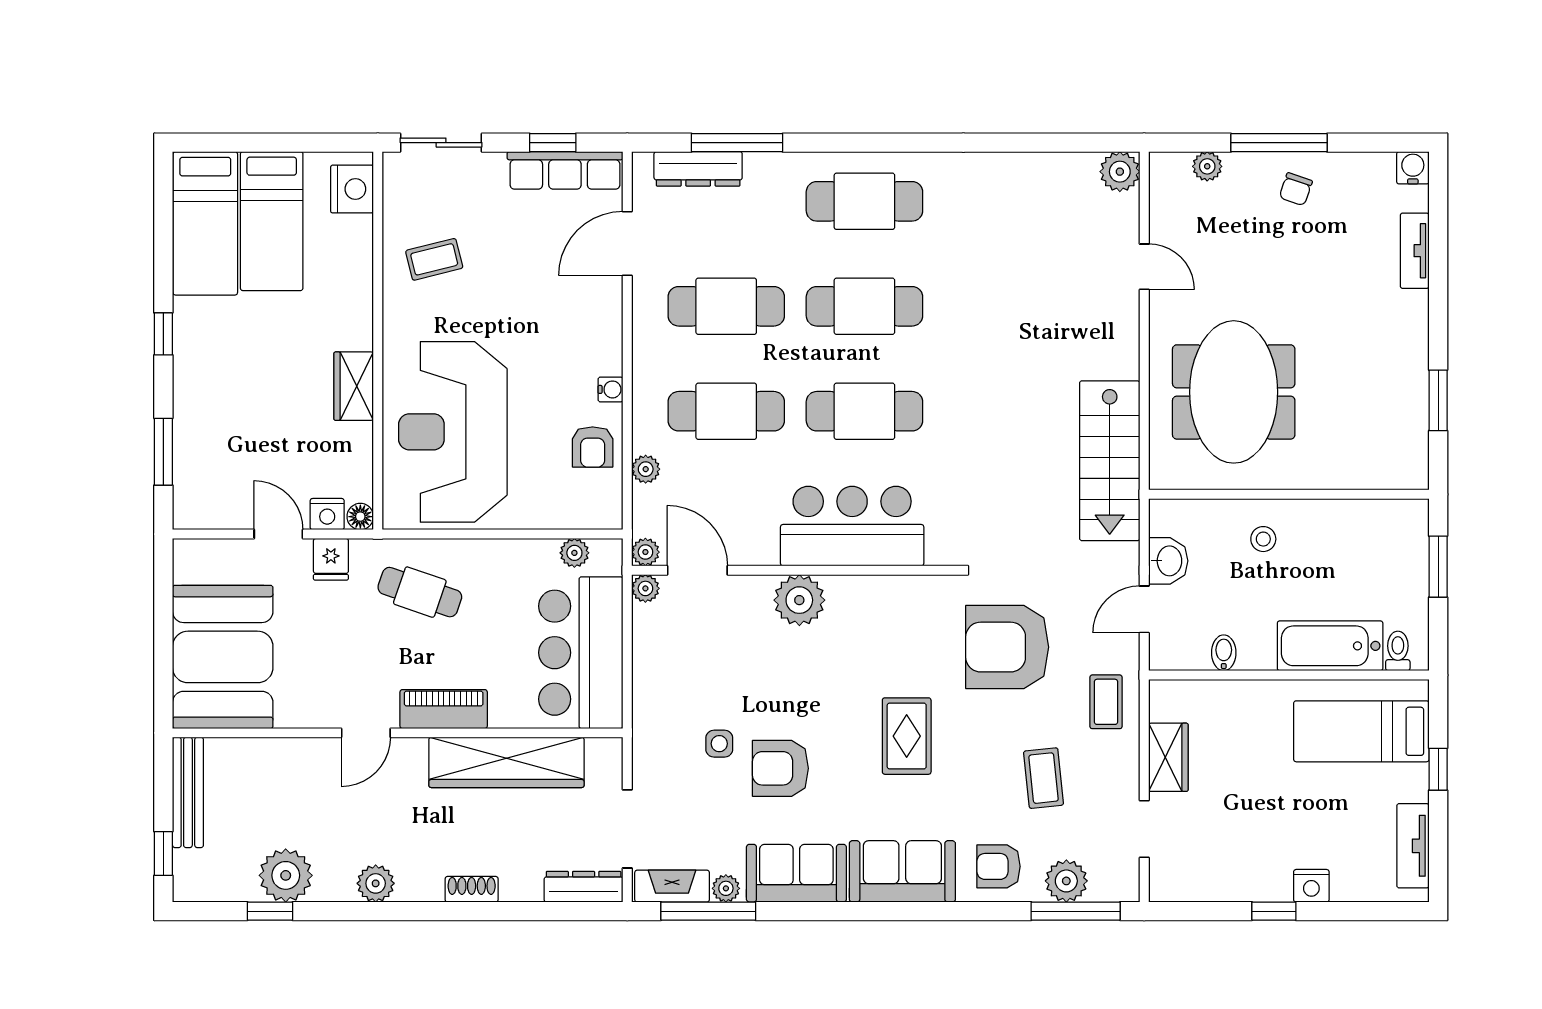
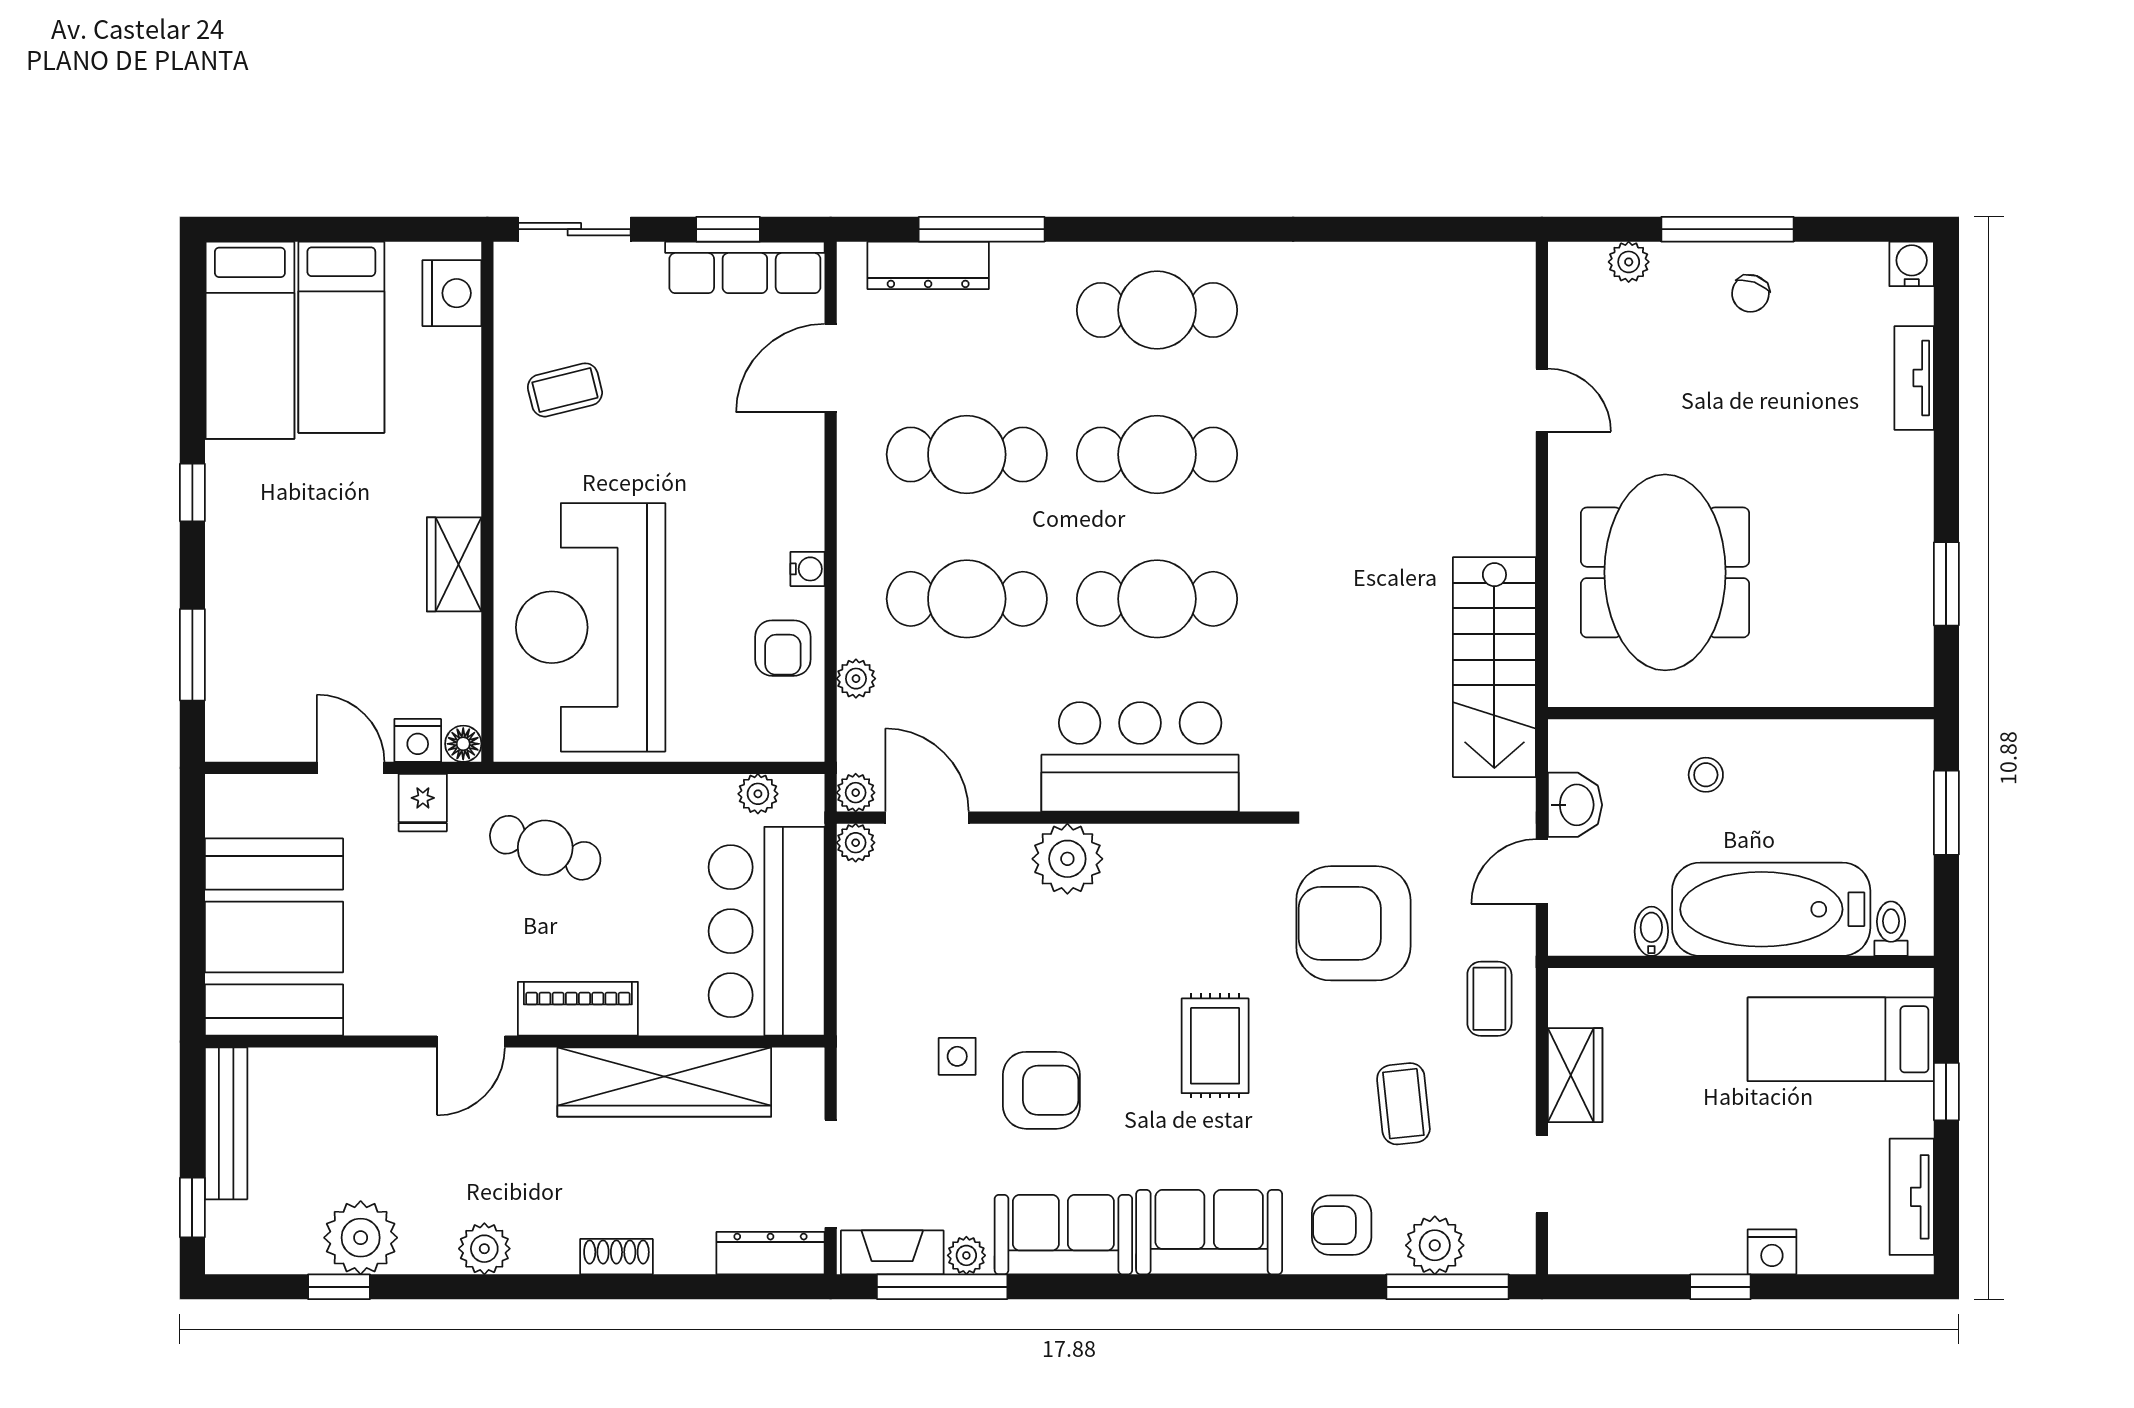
plant: (1120, 172) -> (1508, 269), removed
bathtub: (1330, 646) -> (1771, 909), width x1.36, depth x1.36
armchair: (780, 768) -> (1041, 1090), turned 180

